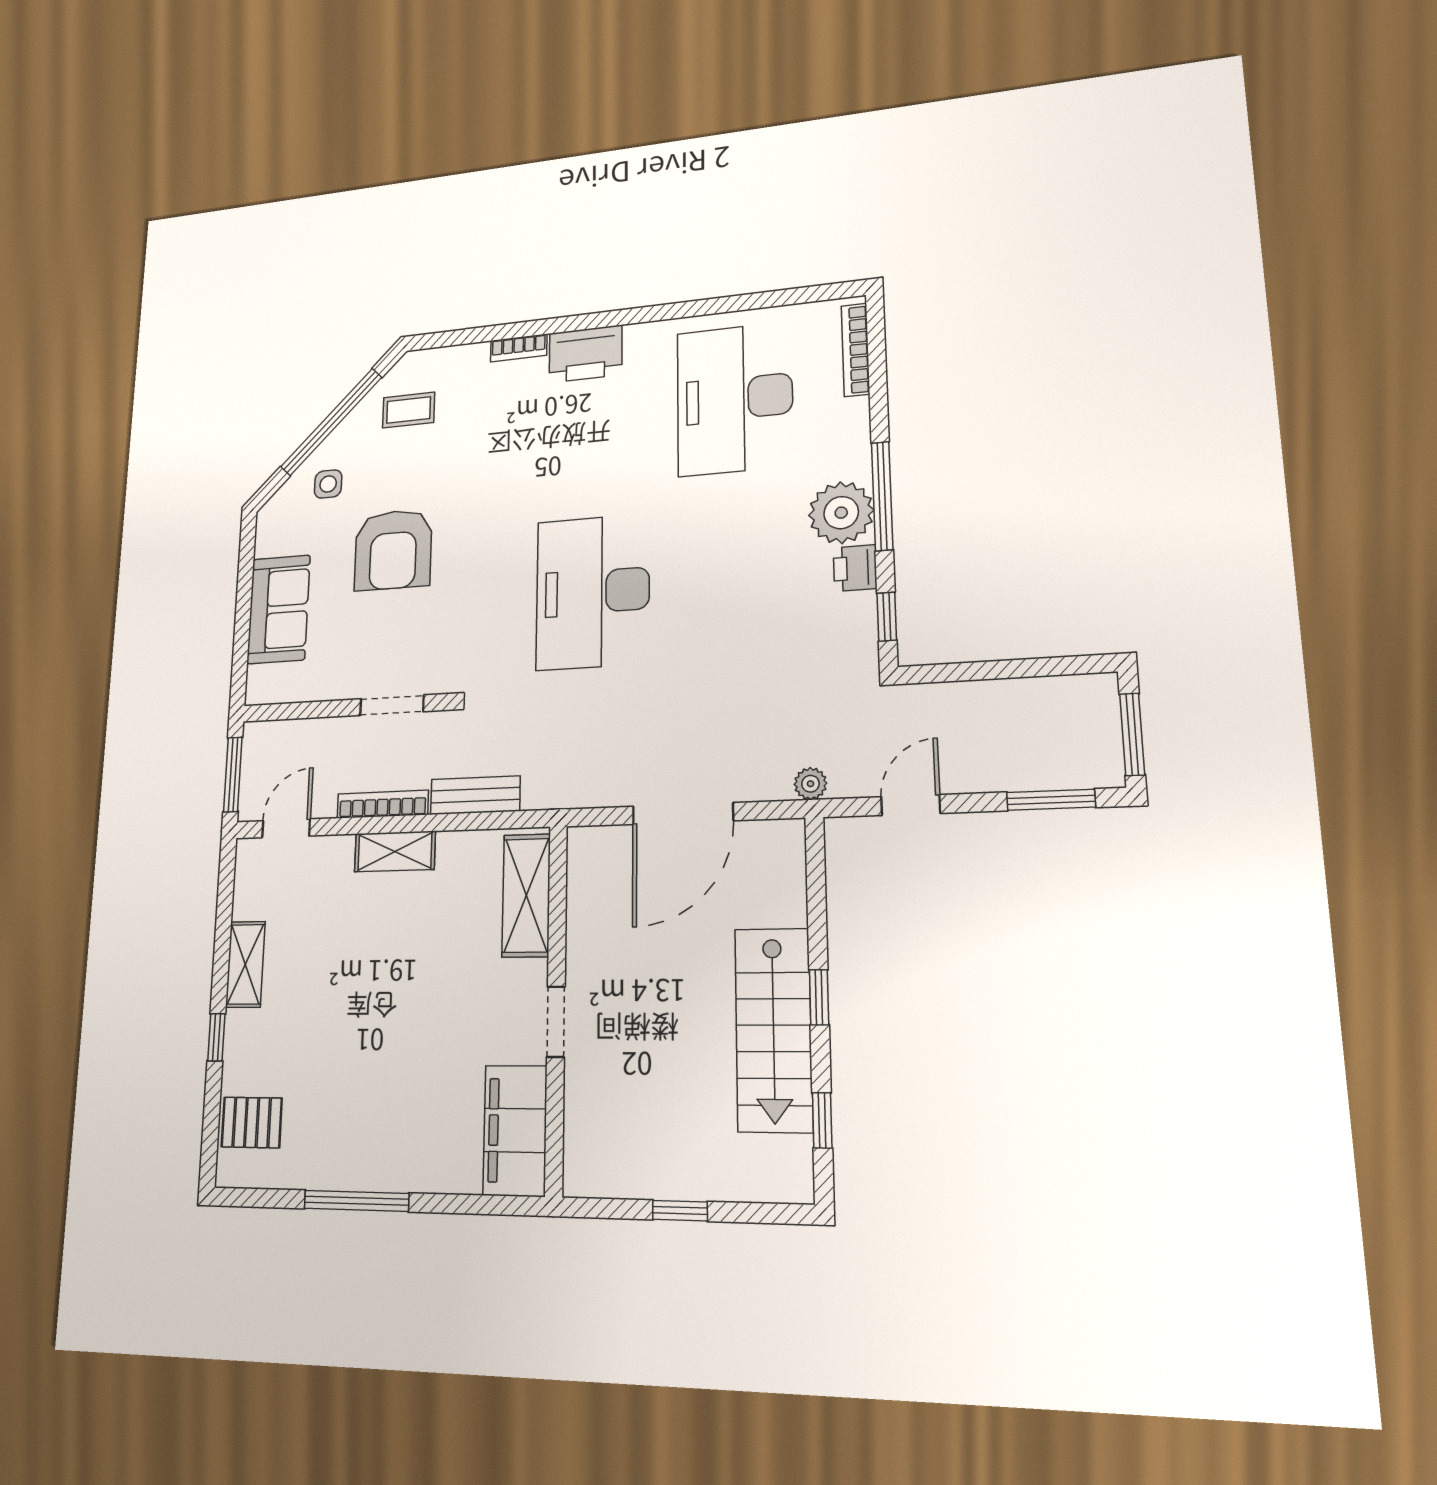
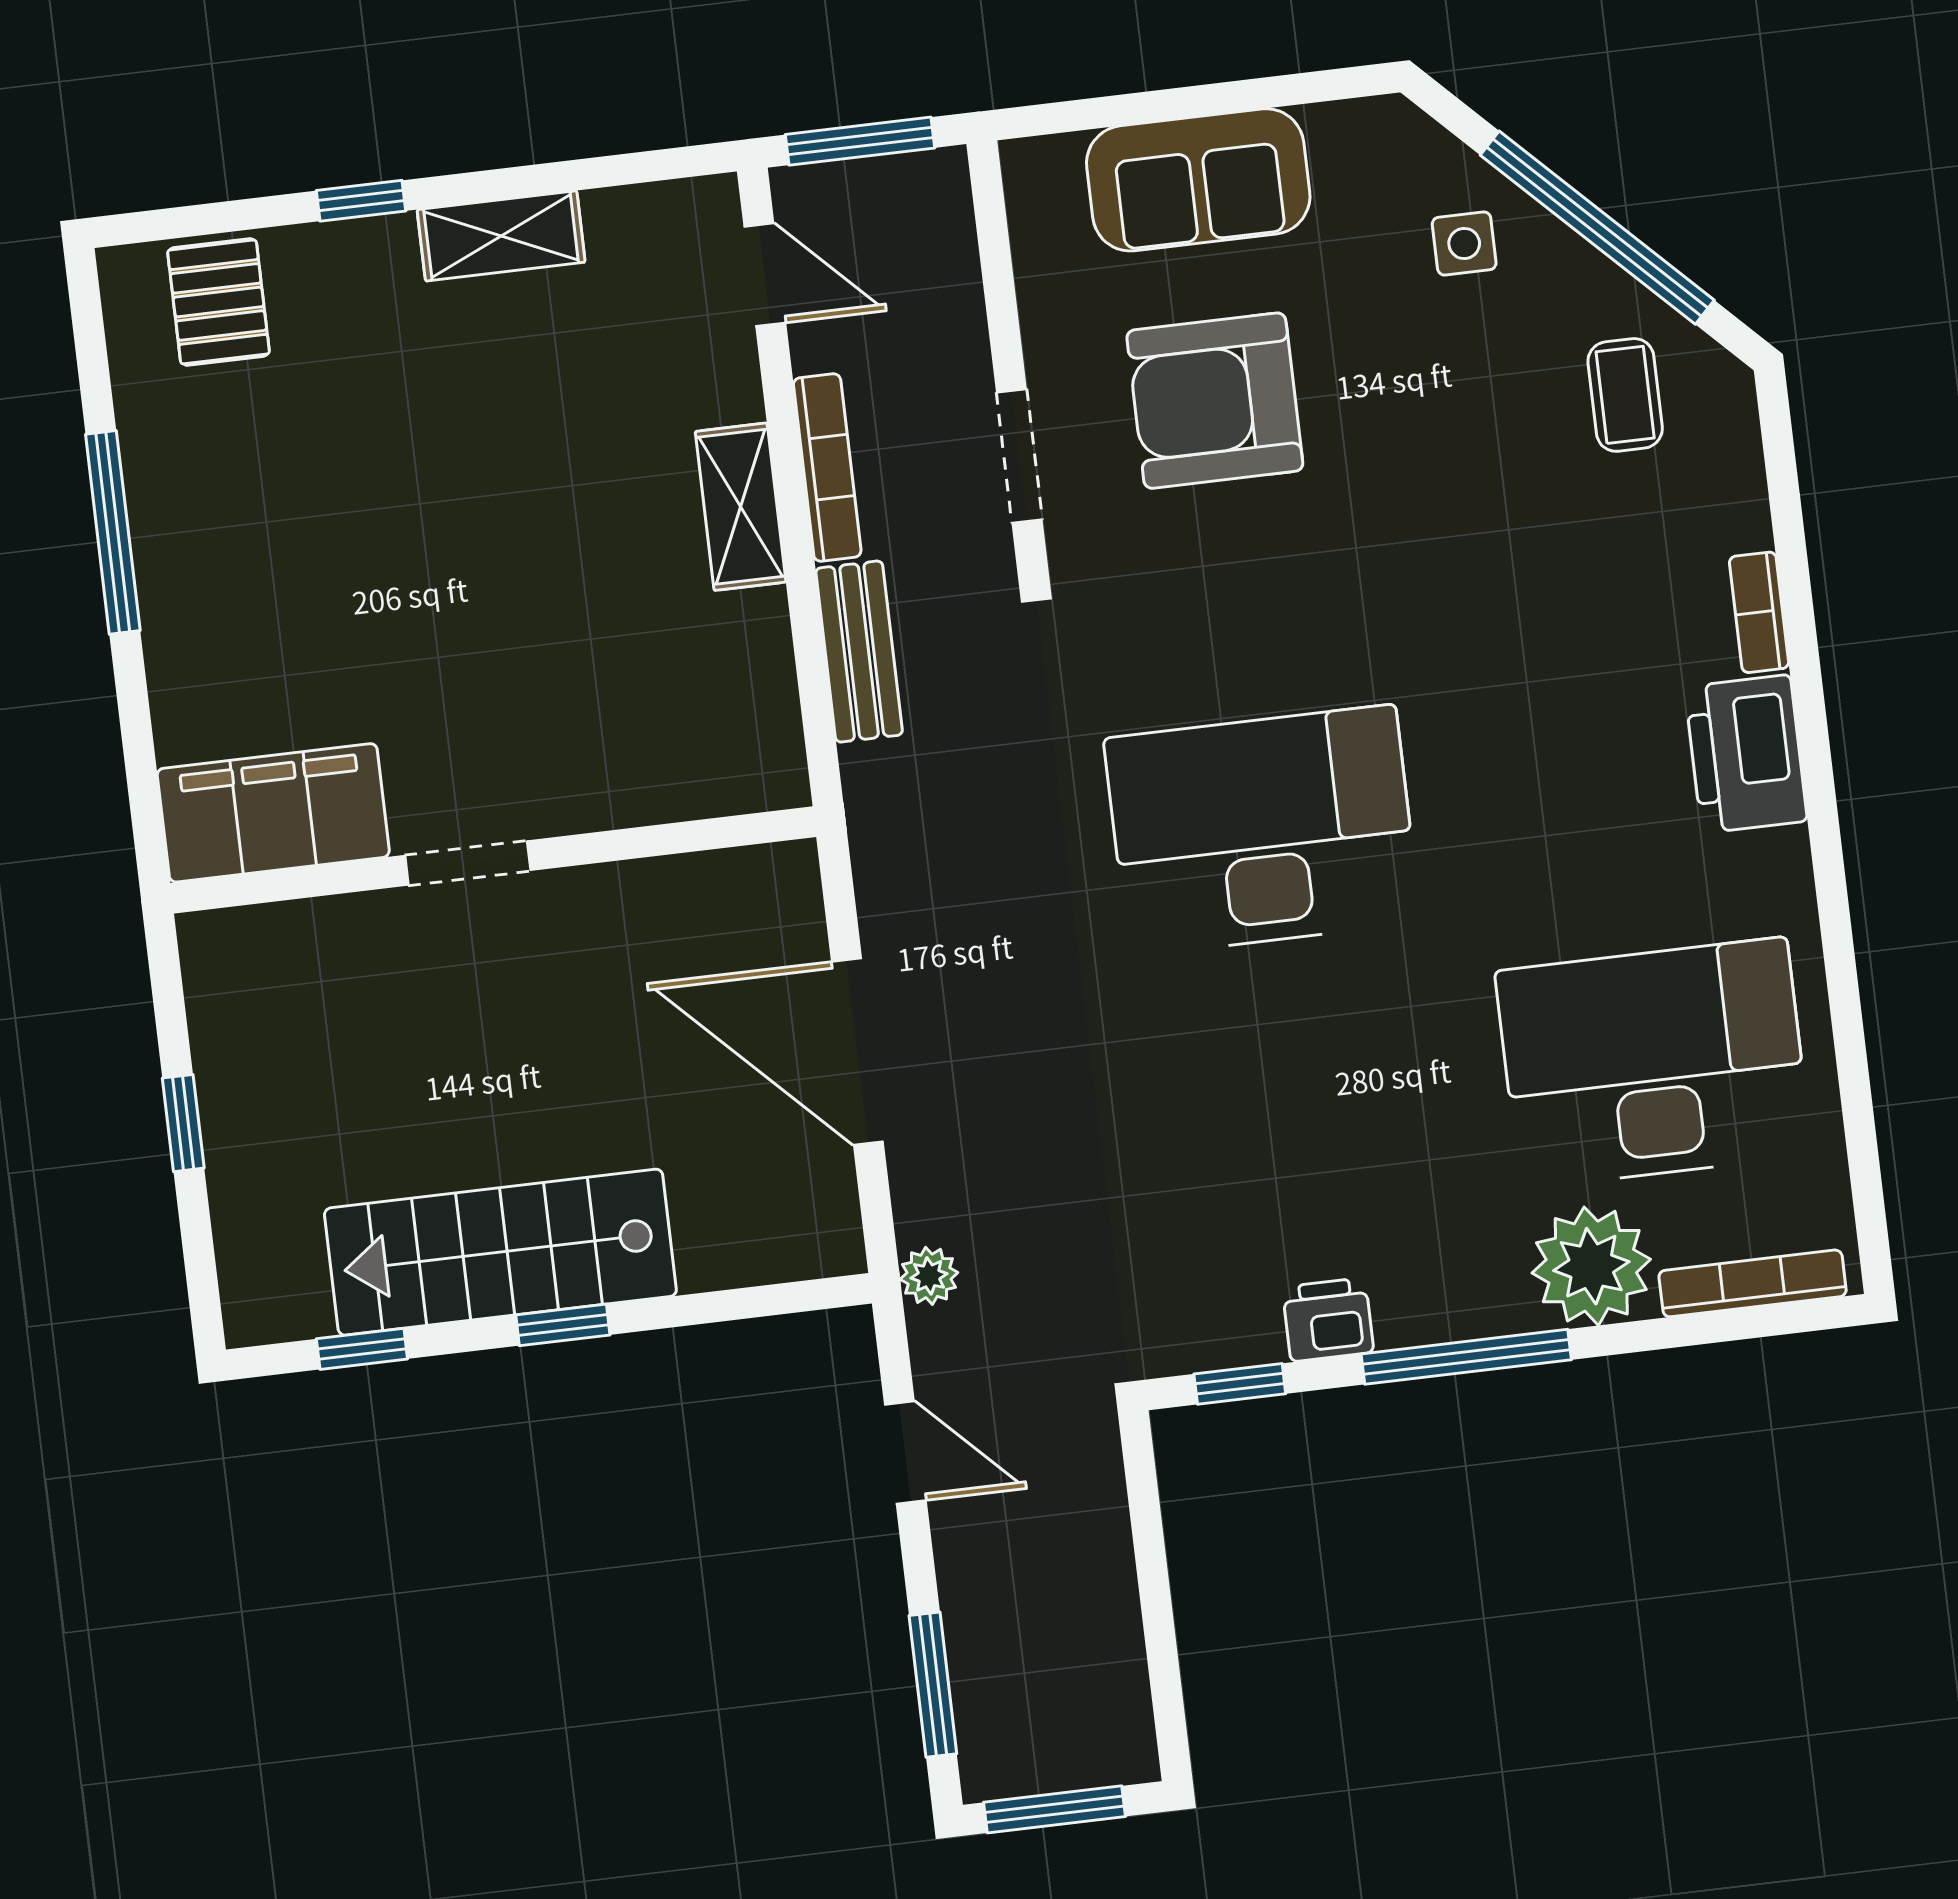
plant: (841, 513) -> (1591, 1266), moved
armchair: (393, 550) -> (1215, 401), moved
shelving: (526, 895) -> (684, 777), removed

